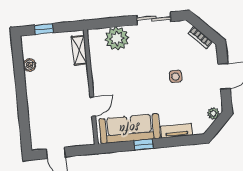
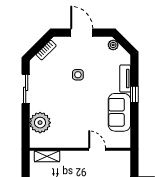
sofa: (130, 129) -> (119, 112), width x0.73
window: (143, 144) -> (134, 94), moved

